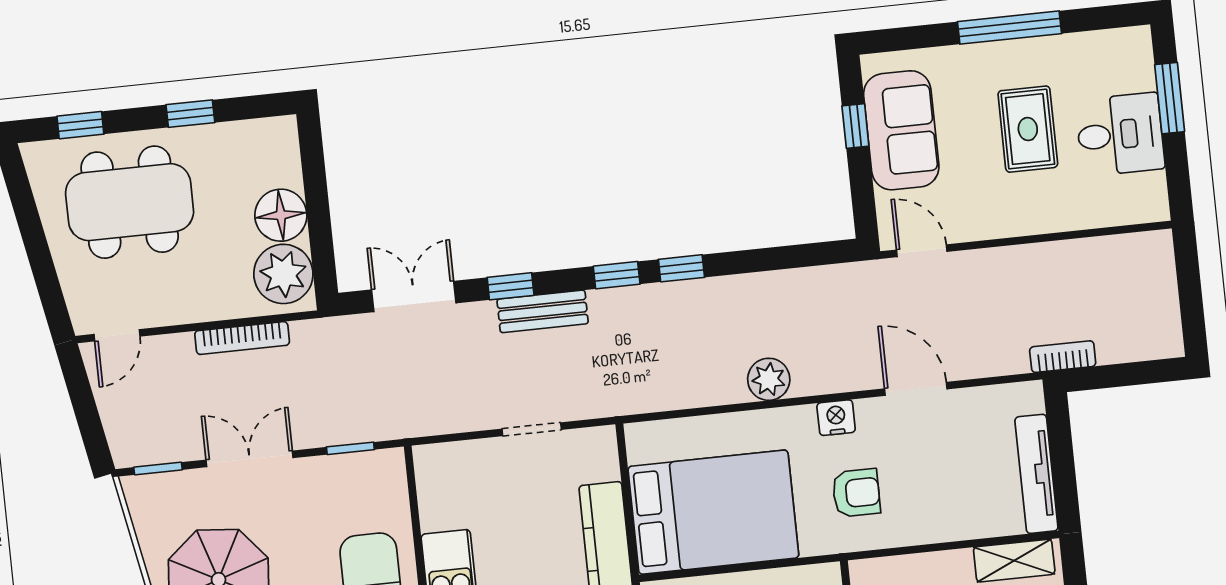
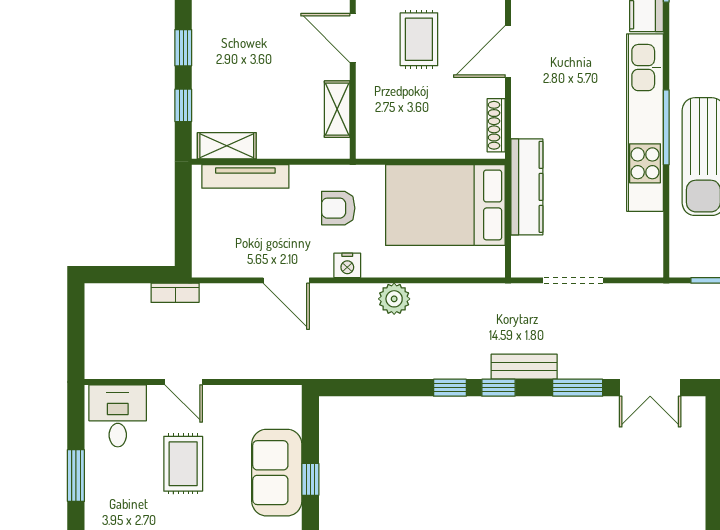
desk: (1120, 134) -> (118, 416), moved, turned 90
door: (922, 251) -> (184, 382), moved
window: (511, 286) -> (578, 388), width x1.50
bench: (543, 311) -> (524, 367), moved
doorway: (532, 429) -> (573, 280), width x1.38
tv unit: (1036, 474) -> (245, 176), moved, turned 90

